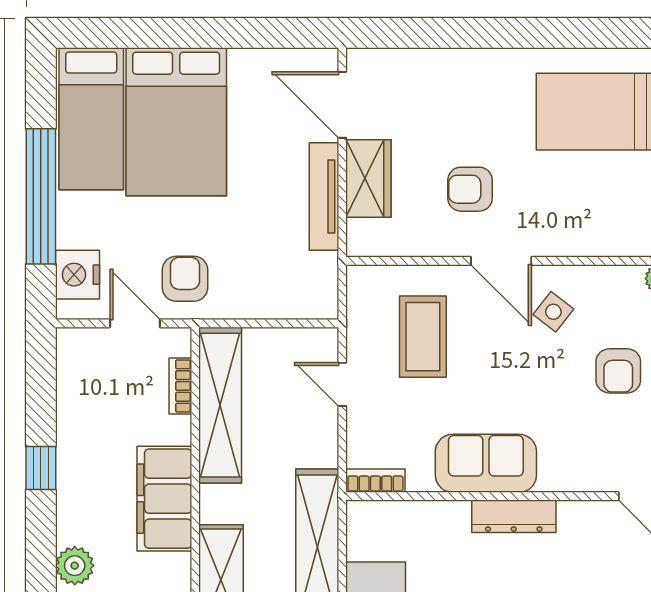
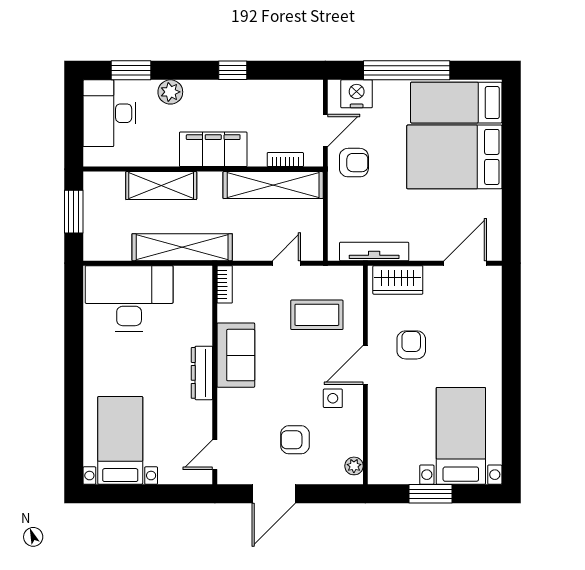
wardrobe: (368, 179) -> (398, 280), moved
tv unit: (324, 196) -> (374, 252), moved
side table: (553, 312) -> (333, 398), turned -38

